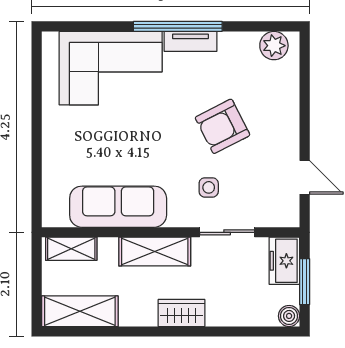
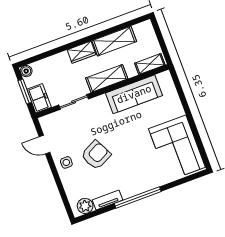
tv unit: (190, 41) -> (107, 200), moved
corner sofa: (111, 68) -> (177, 148), moved, turned -90
side table: (209, 187) -> (66, 162), moved
shelving: (80, 311) -> (114, 41), moved

